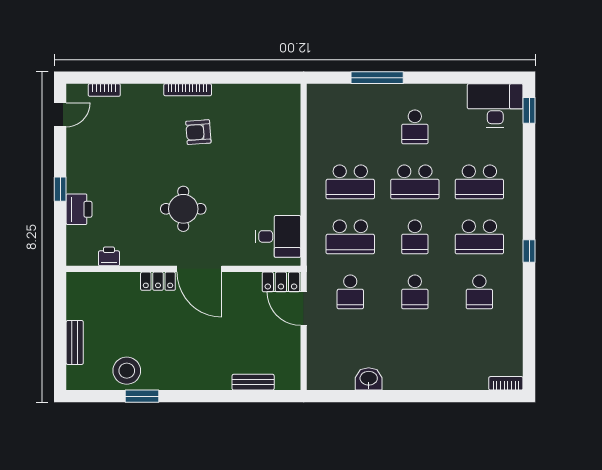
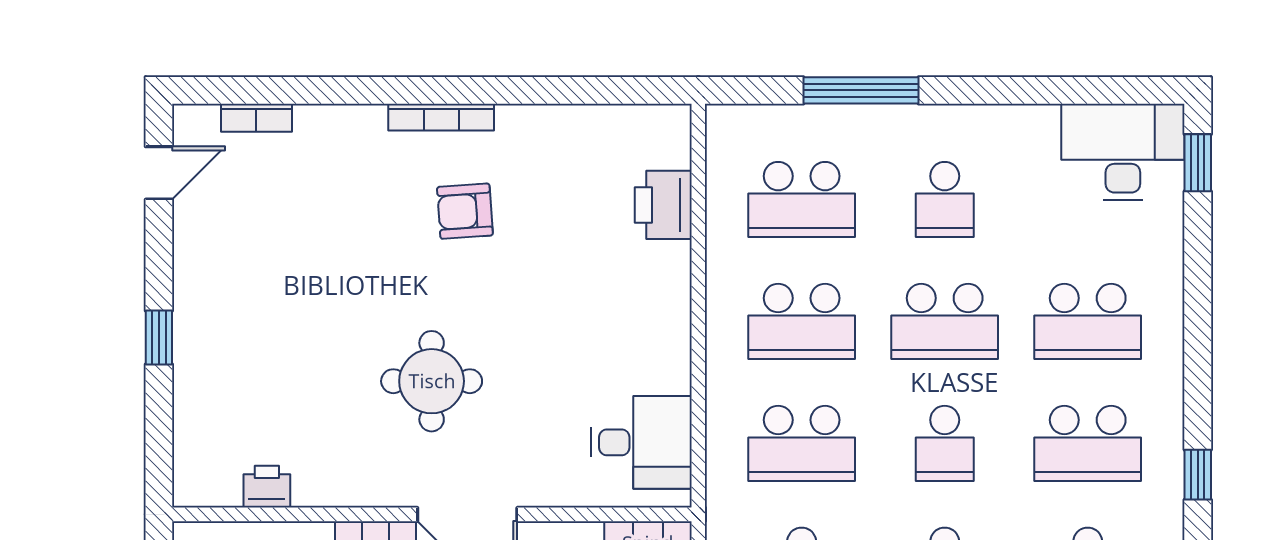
school desk: (350, 127) -> (802, 199), added
printer: (79, 209) -> (663, 205), moved, turned 180

